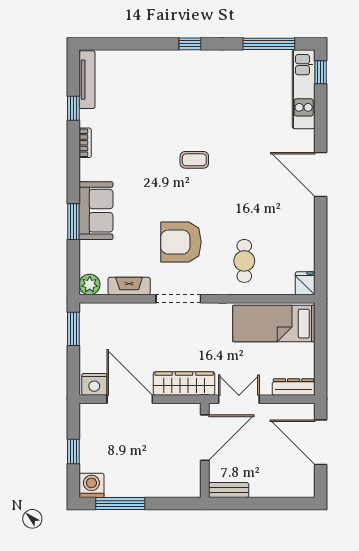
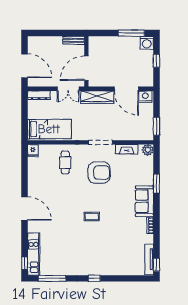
window: (73, 108) -> (156, 265), moved
sofa: (96, 211) -> (144, 201), moved

